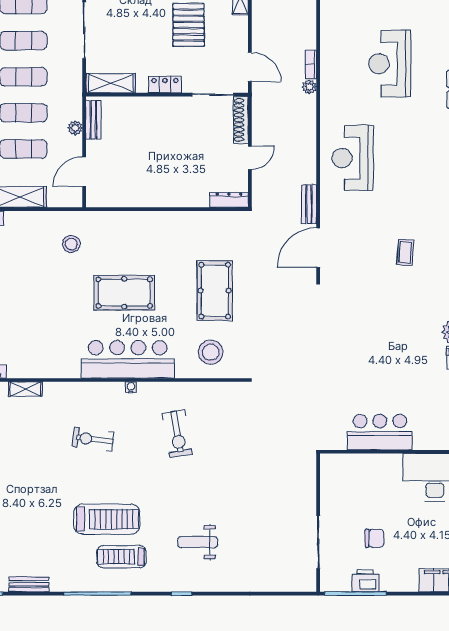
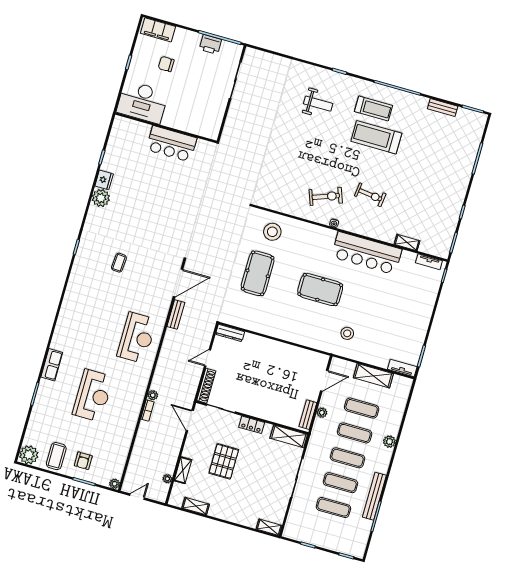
bar counter: (128, 359) -> (367, 253), moved
exercise bike: (177, 434) -> (326, 196), moved, turned 80
chair: (375, 538) -> (166, 64), moved

